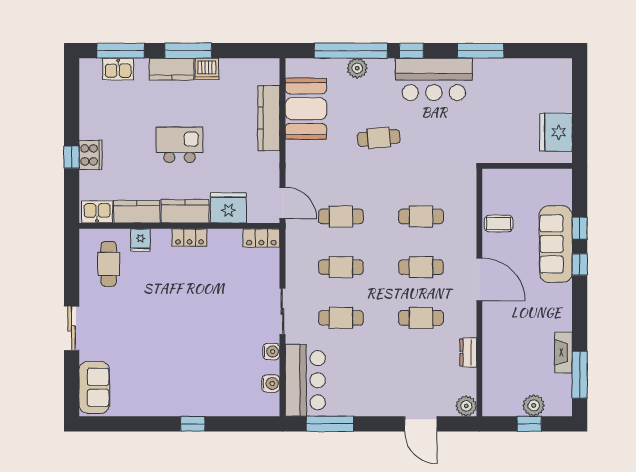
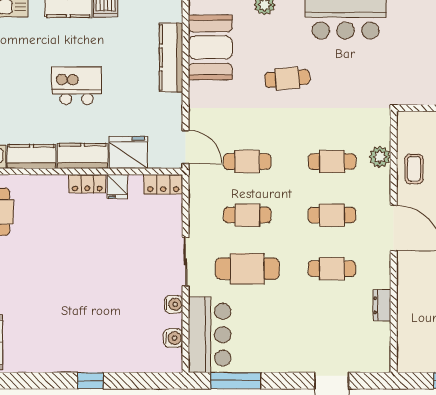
coffee table: (499, 223) -> (414, 169), turned 90
fridge: (140, 240) -> (117, 187), moved
cafe table: (341, 318) -> (247, 269), width x1.37, depth x1.35
plant: (466, 406) -> (380, 157), moved

